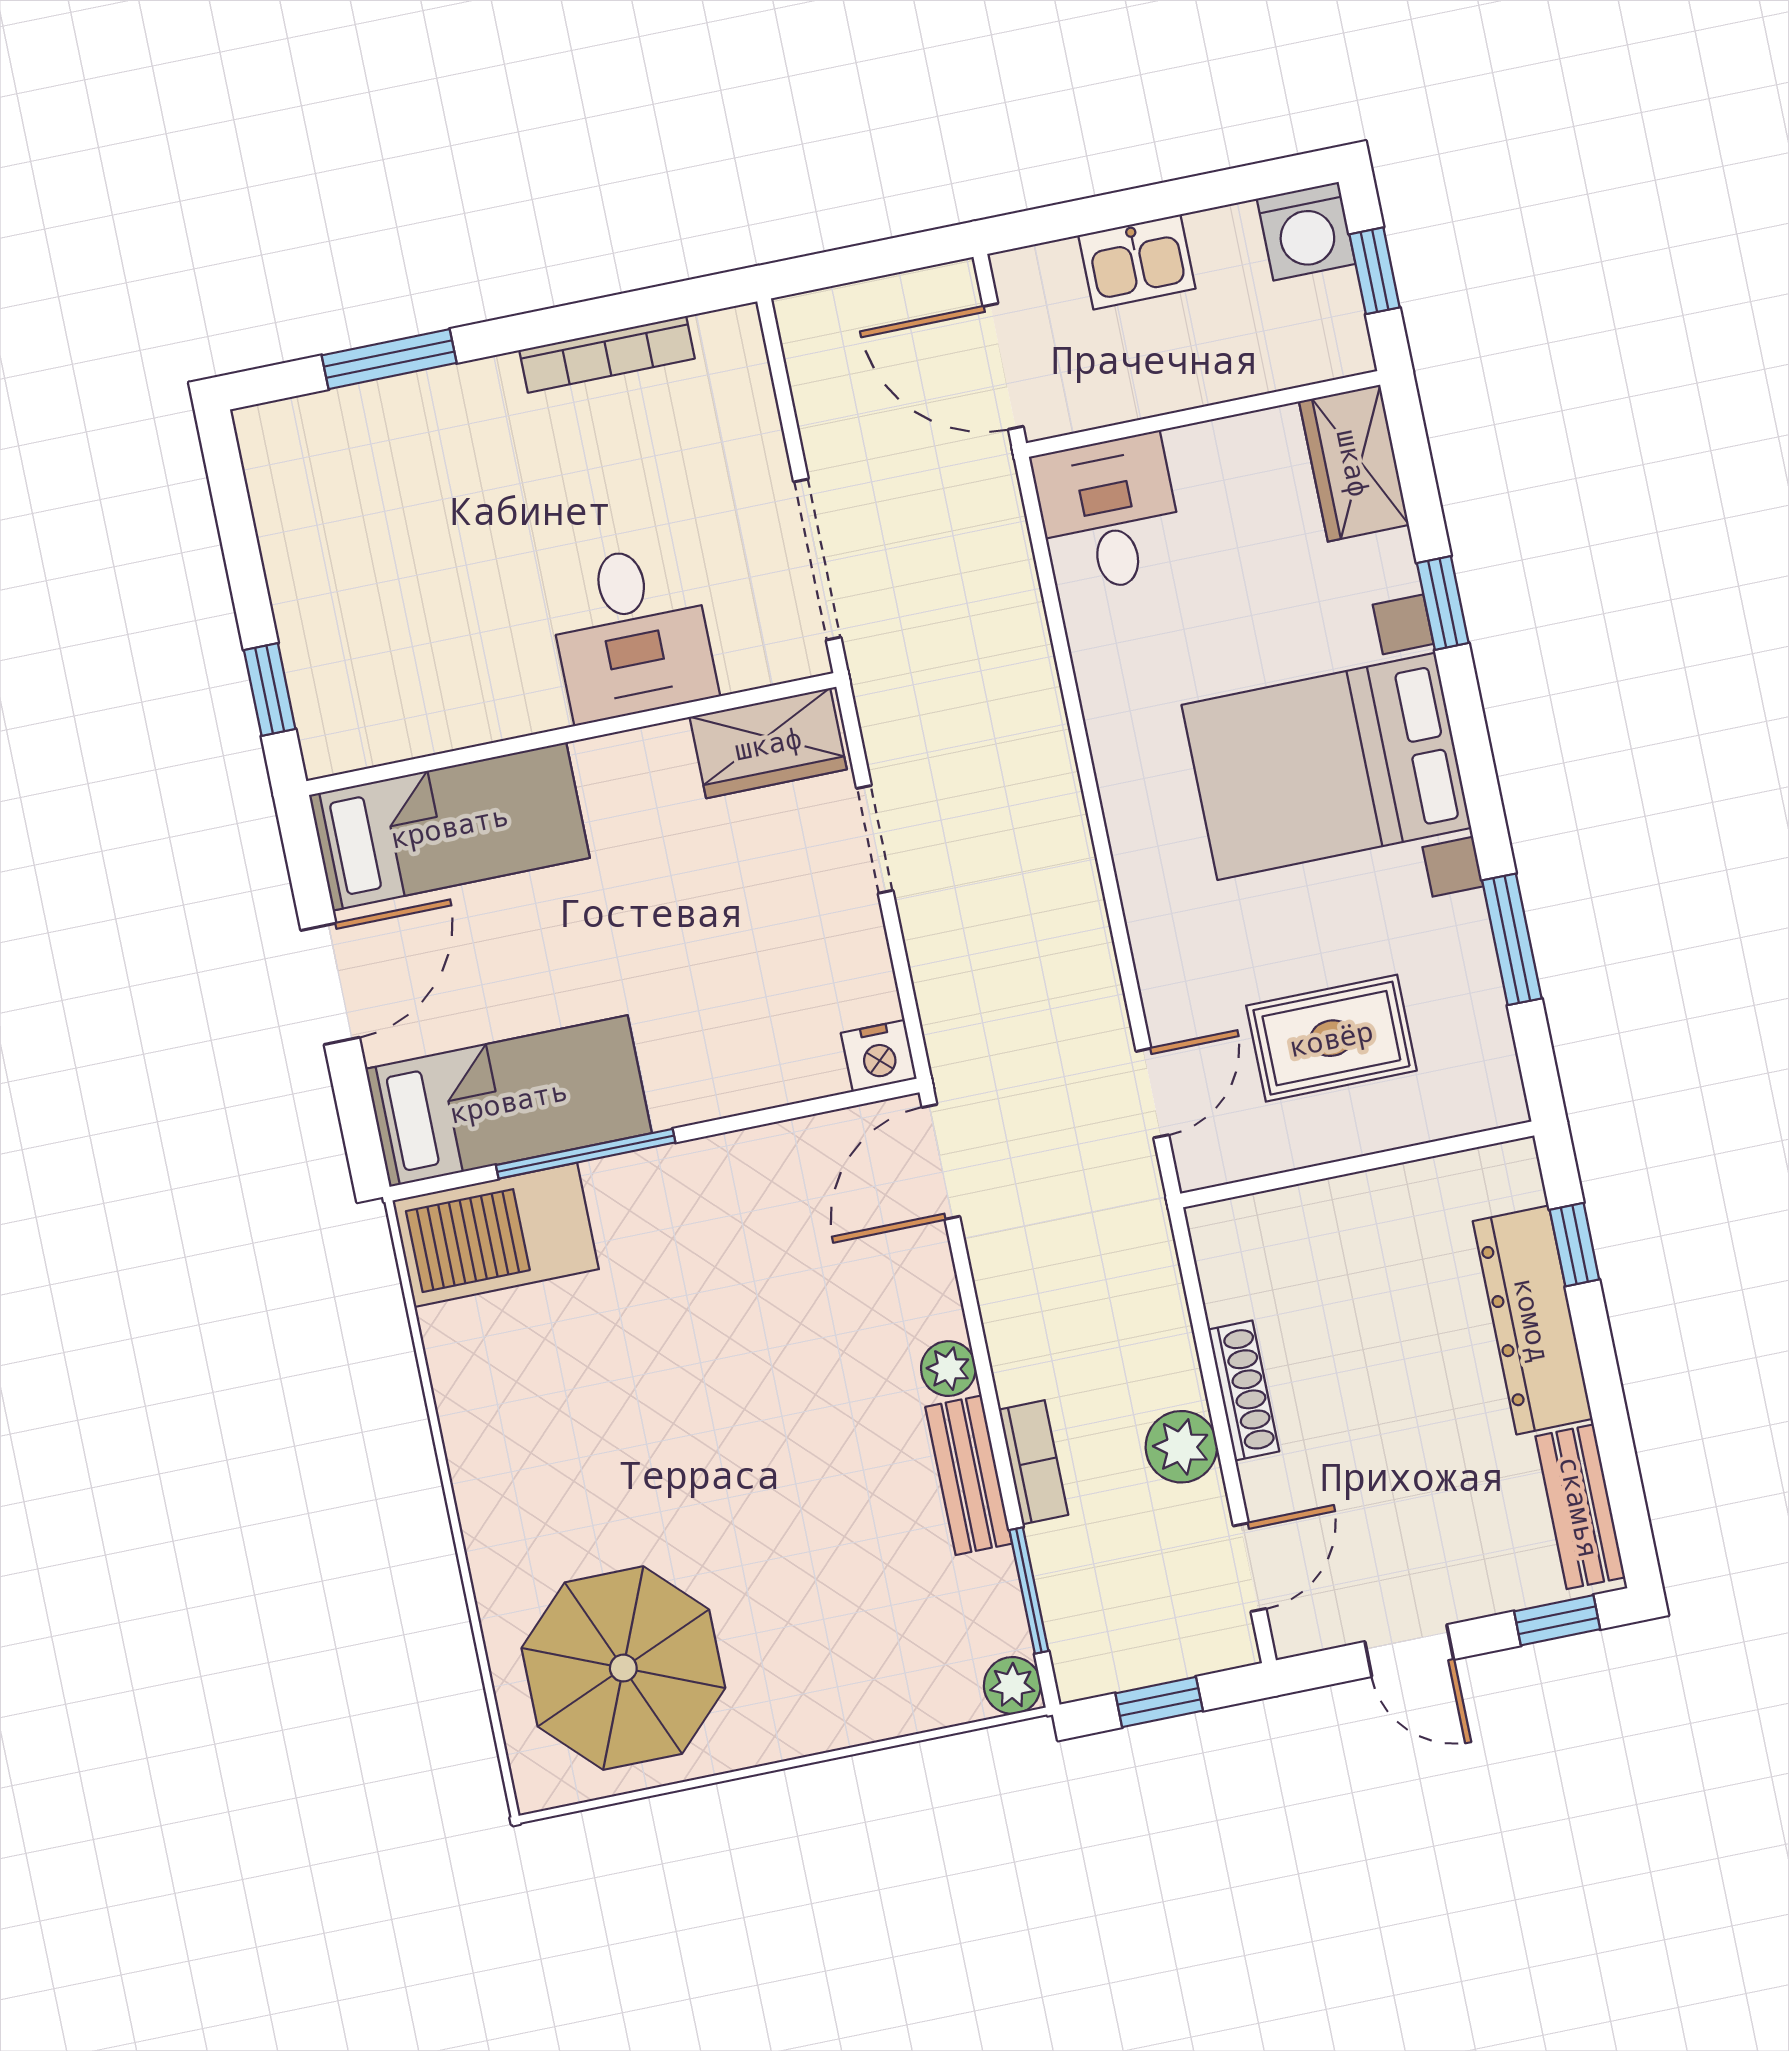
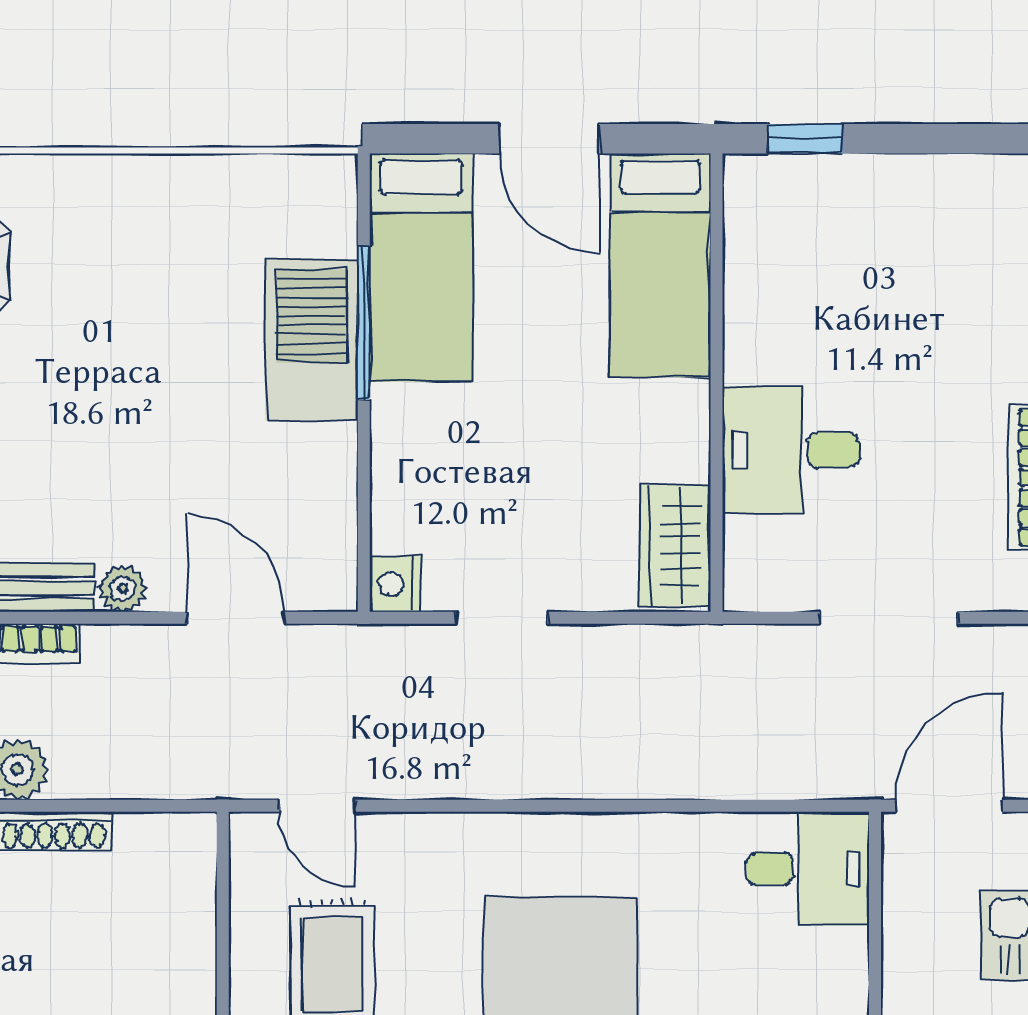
doorway: (817, 560) -> (889, 618), moved
doorway: (875, 839) -> (502, 618), moved
door: (941, 1162) -> (236, 618), moved
barbecue: (496, 1235) -> (312, 340), moved

